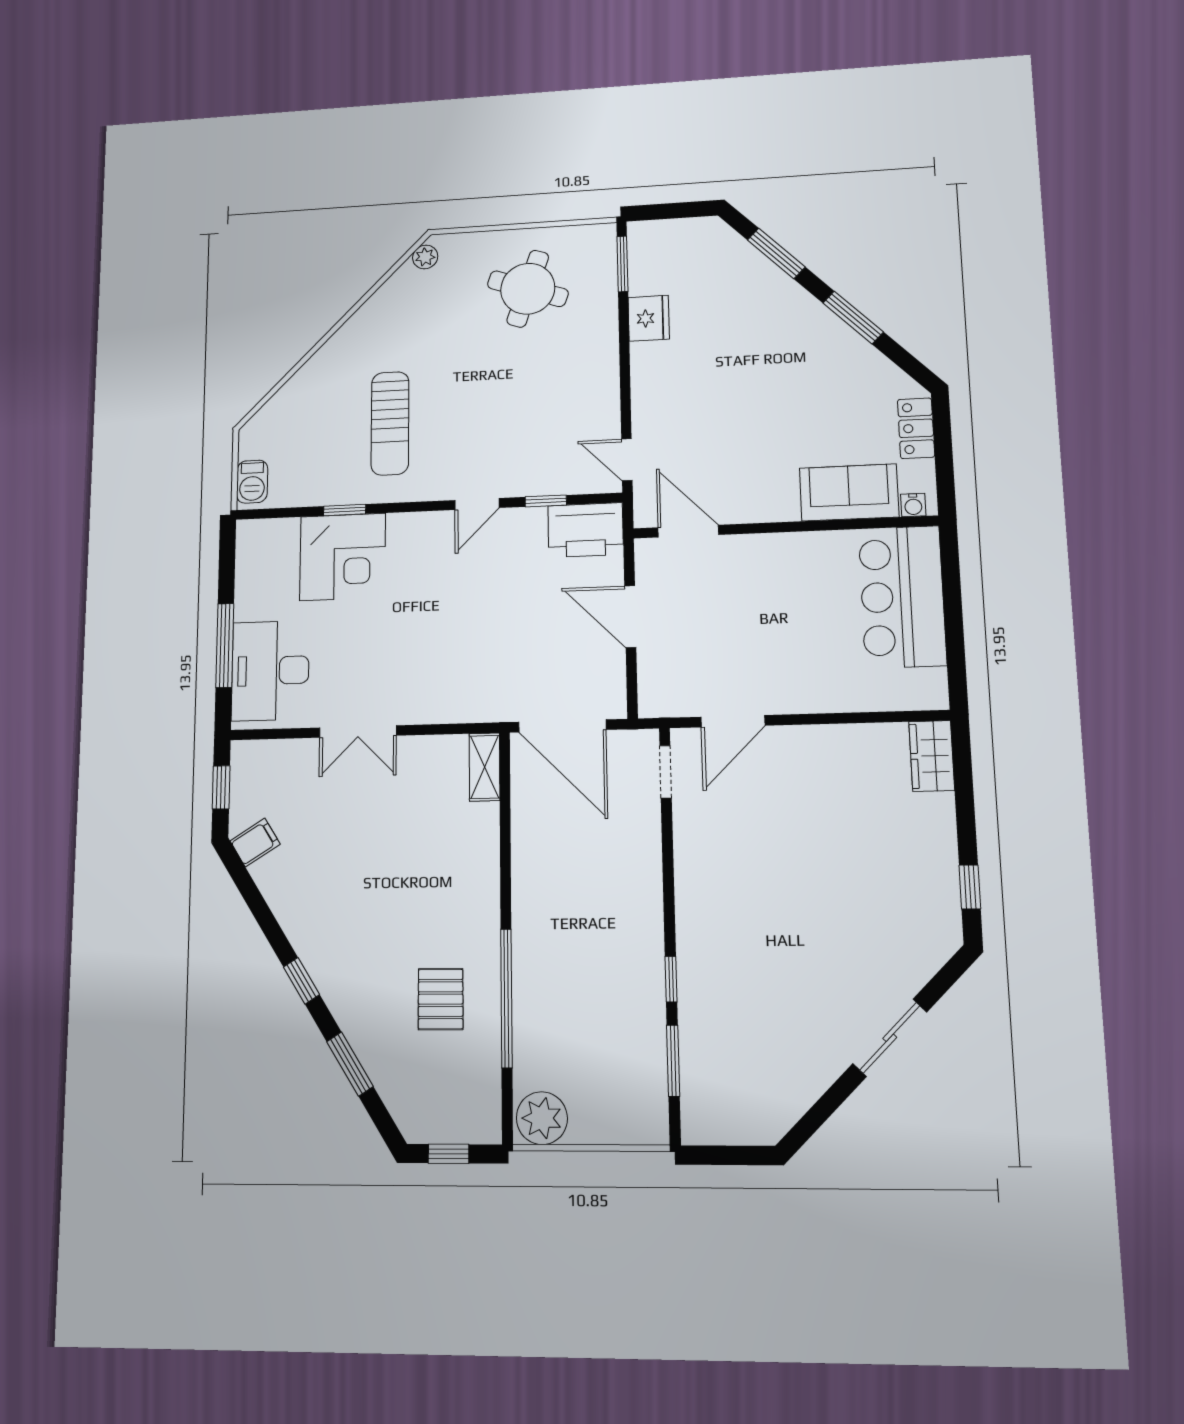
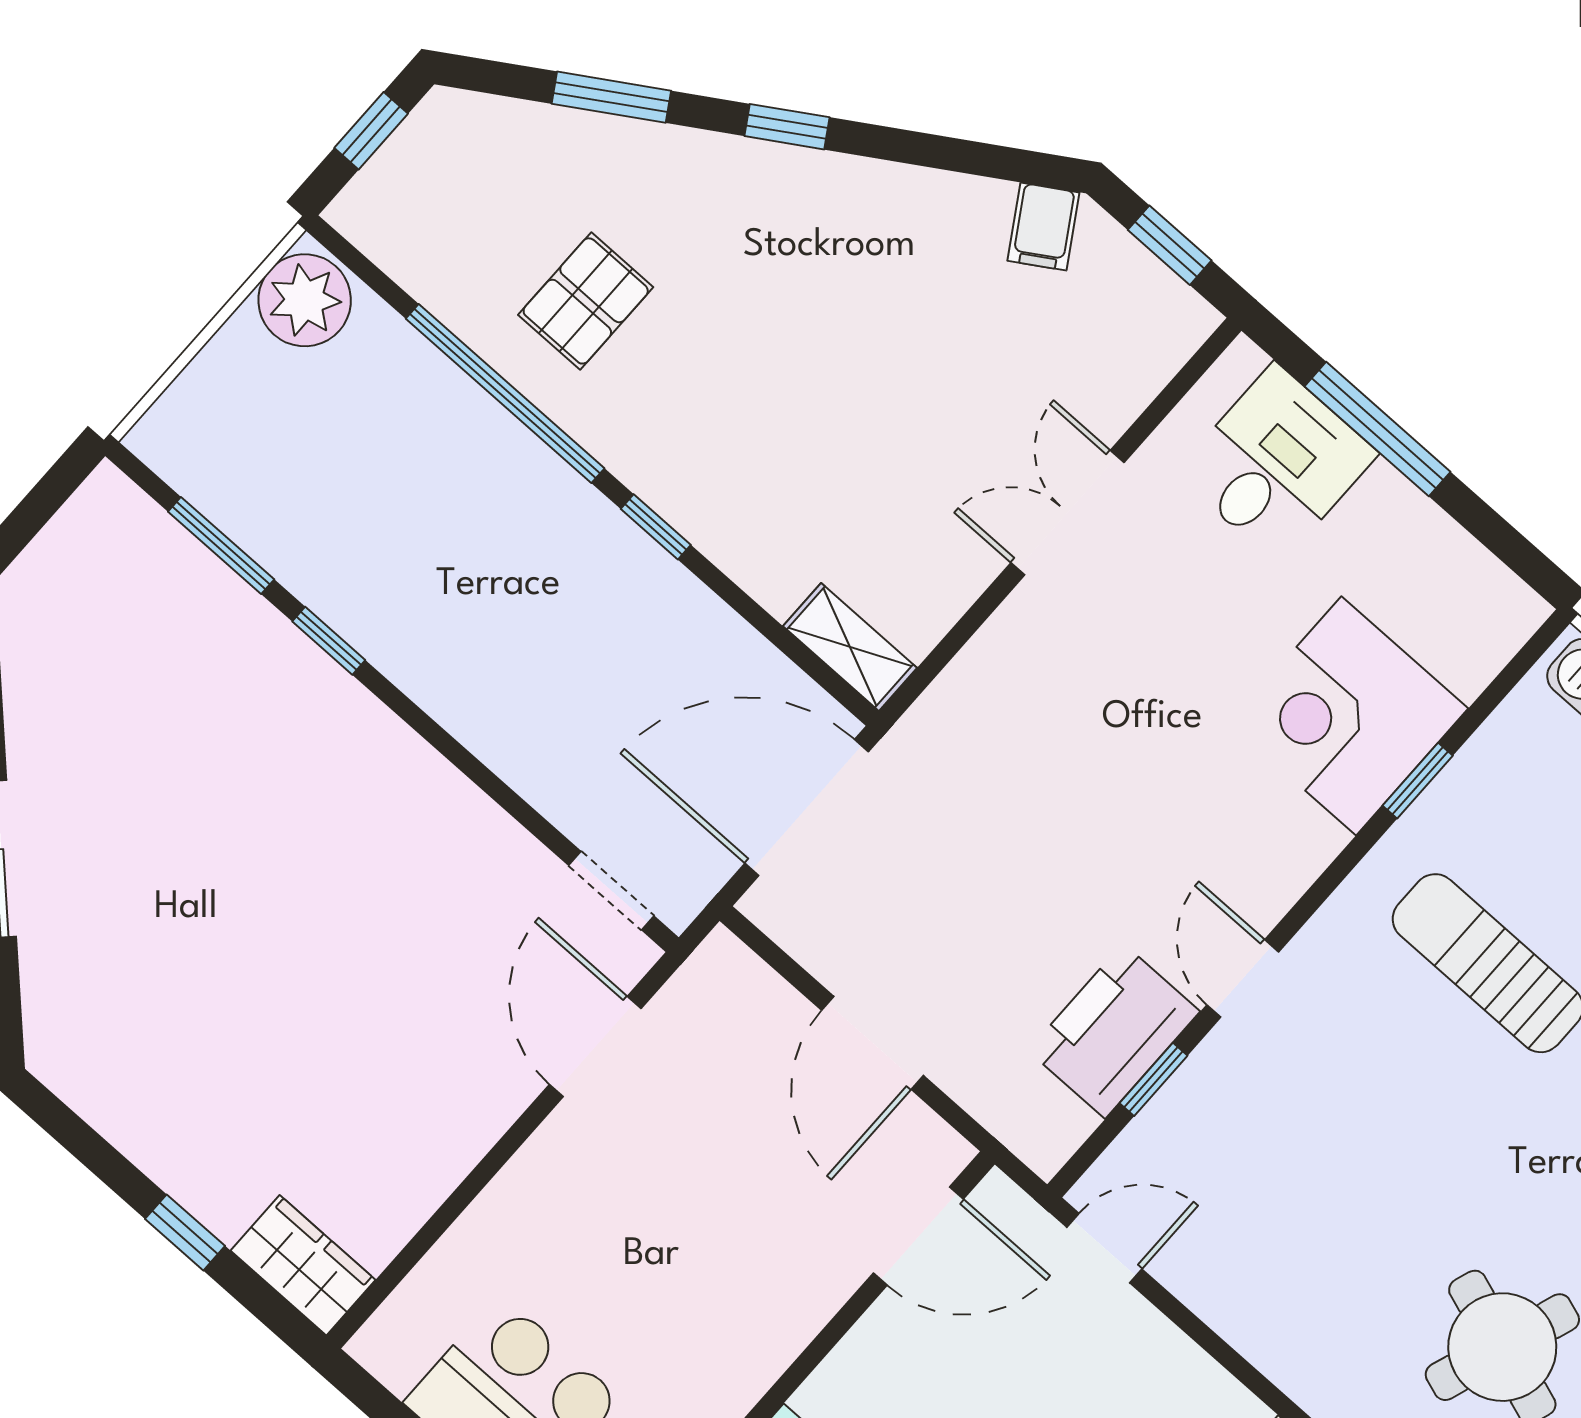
printer: (585, 530) -> (1114, 1031), moved
door: (630, 617) -> (872, 1043), swing flipped
desk: (270, 671) -> (1276, 464), width x0.73
window: (506, 887) -> (656, 527), added
window: (970, 887) -> (185, 1232), moved
pallet: (441, 999) -> (586, 301), turned 90

